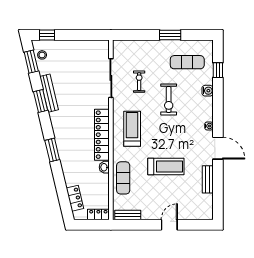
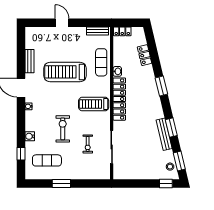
treadmill: (132, 129) -> (94, 104), turned 90
treadmill: (166, 167) -> (65, 72), width x1.37, depth x1.37
locker: (75, 198) -> (145, 55), moved
door: (169, 225) -> (62, 23), swing flipped

